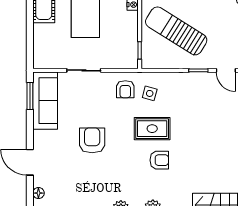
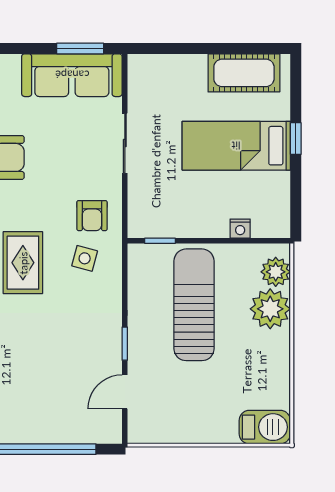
sun lounger: (176, 31) -> (194, 305), turned -32
armchair: (125, 89) -> (92, 216), turned -90

